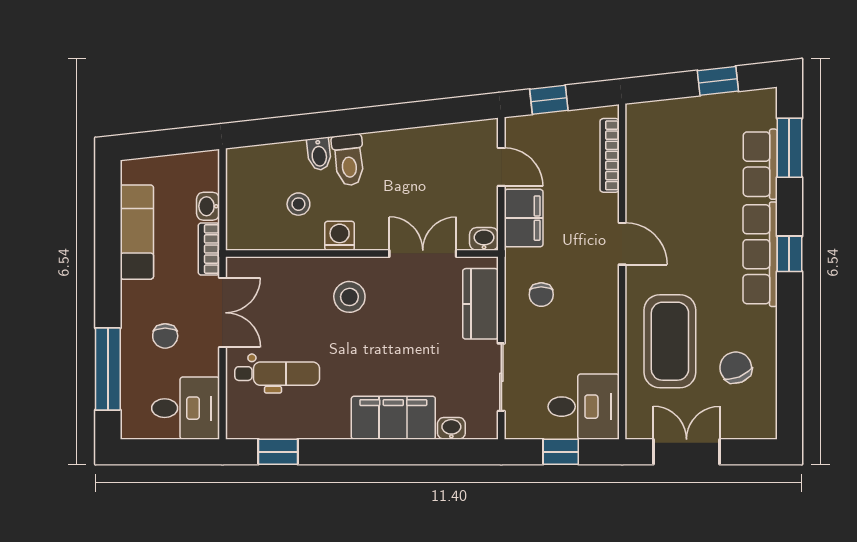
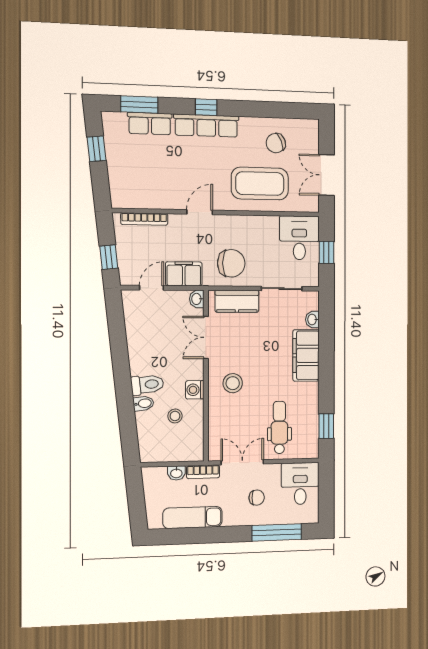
chair: (541, 295) -> (231, 263), width x1.87, depth x1.87

